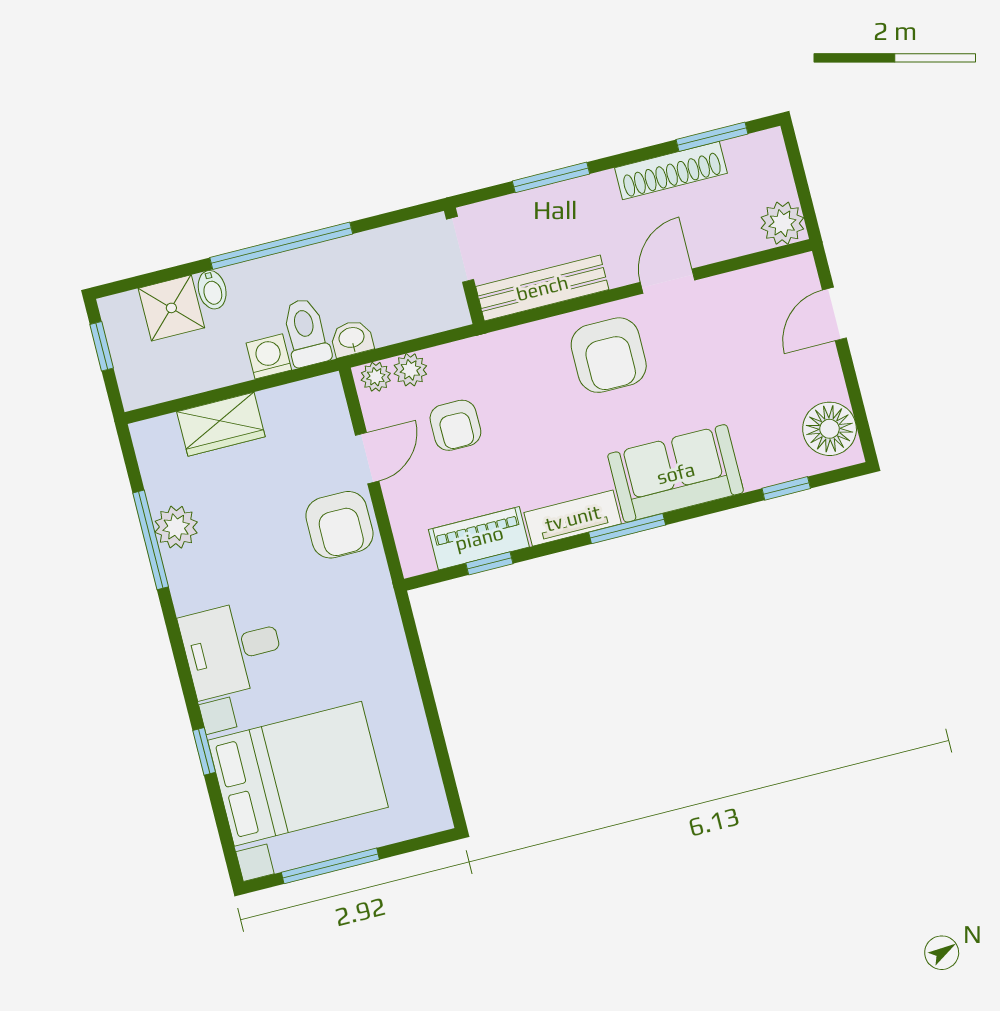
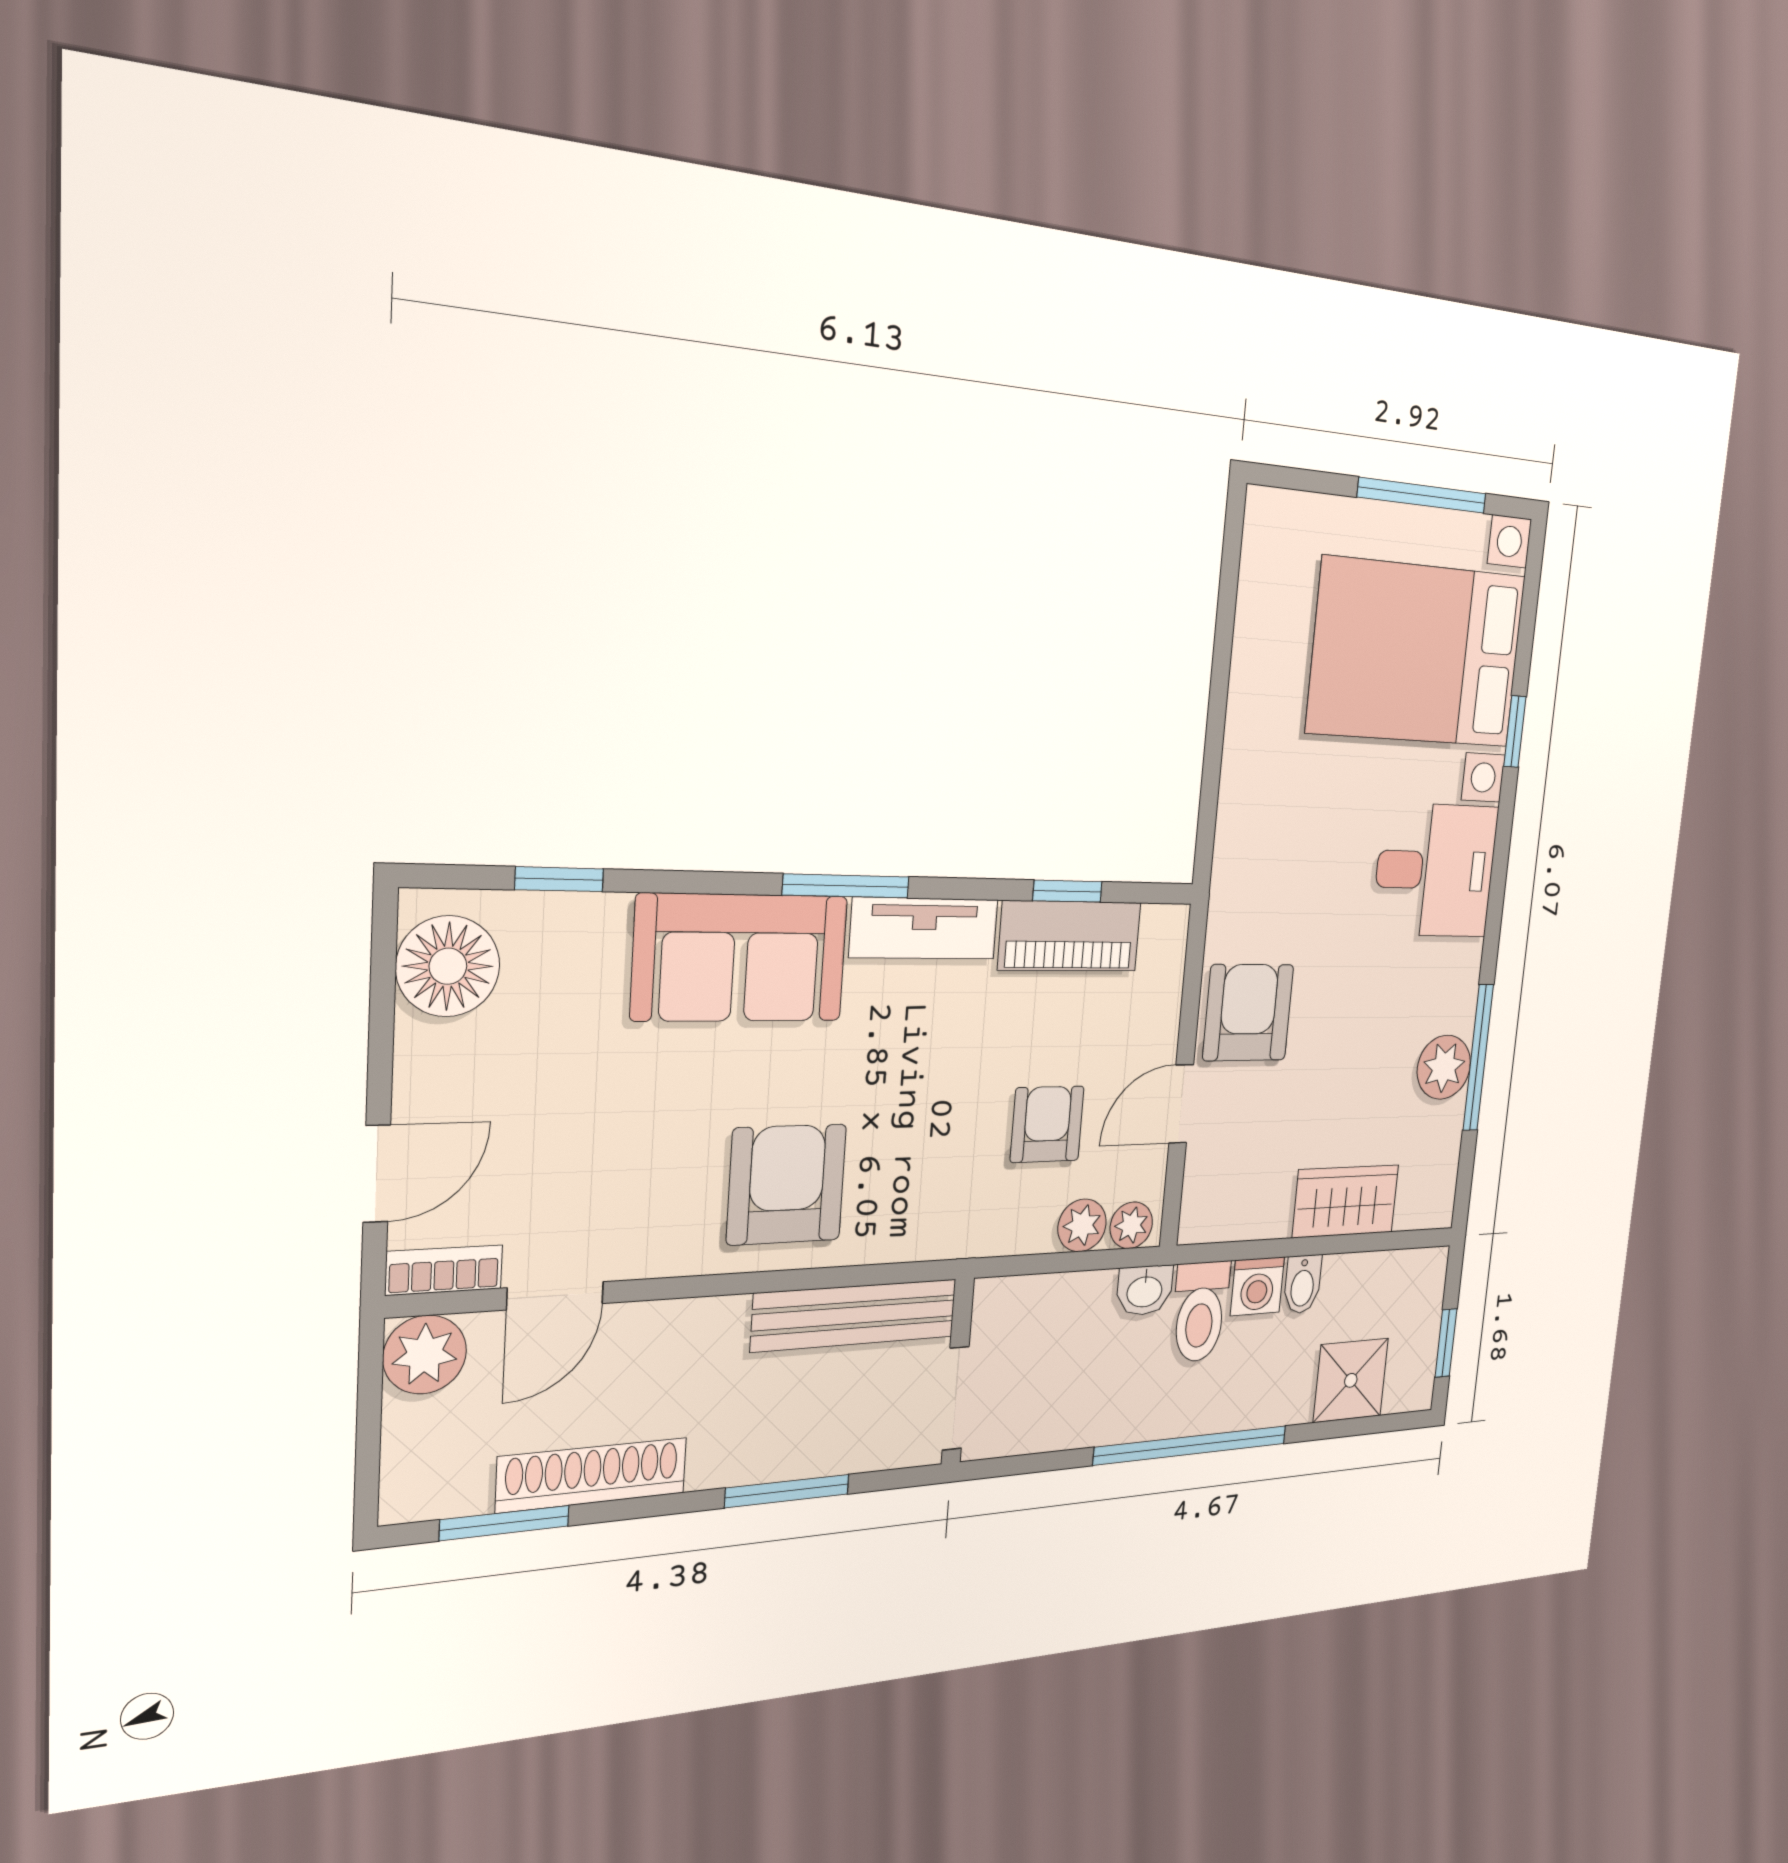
bookcase: (785, 270) -> (444, 1270), added
door: (668, 281) -> (555, 1296), moved
bidet: (212, 290) -> (1303, 1284), moved, turned 180

